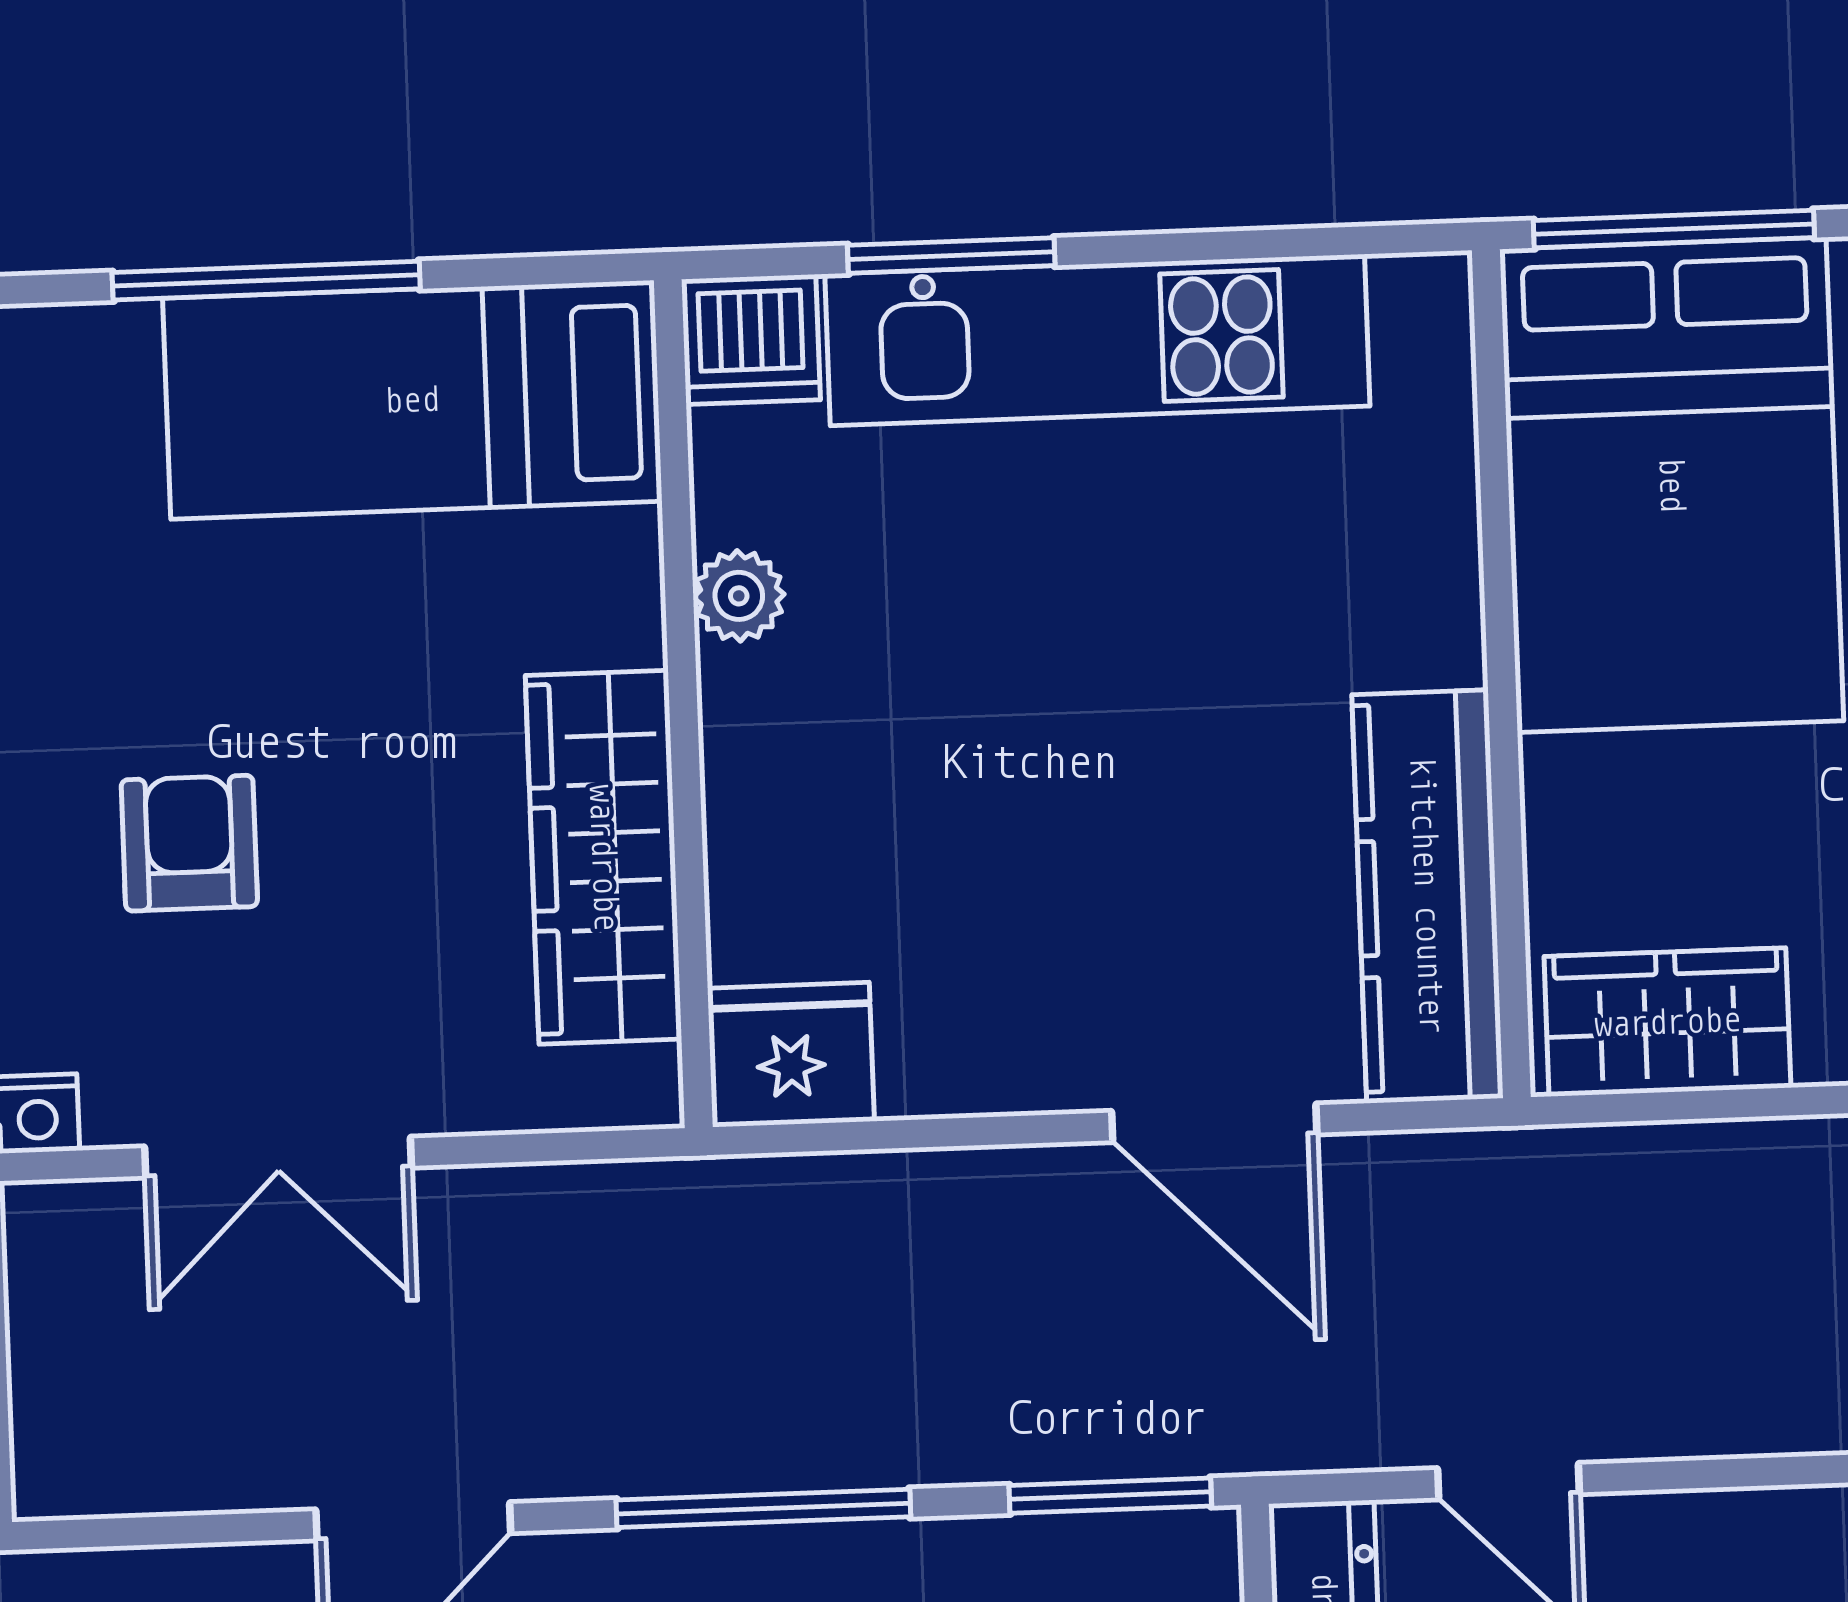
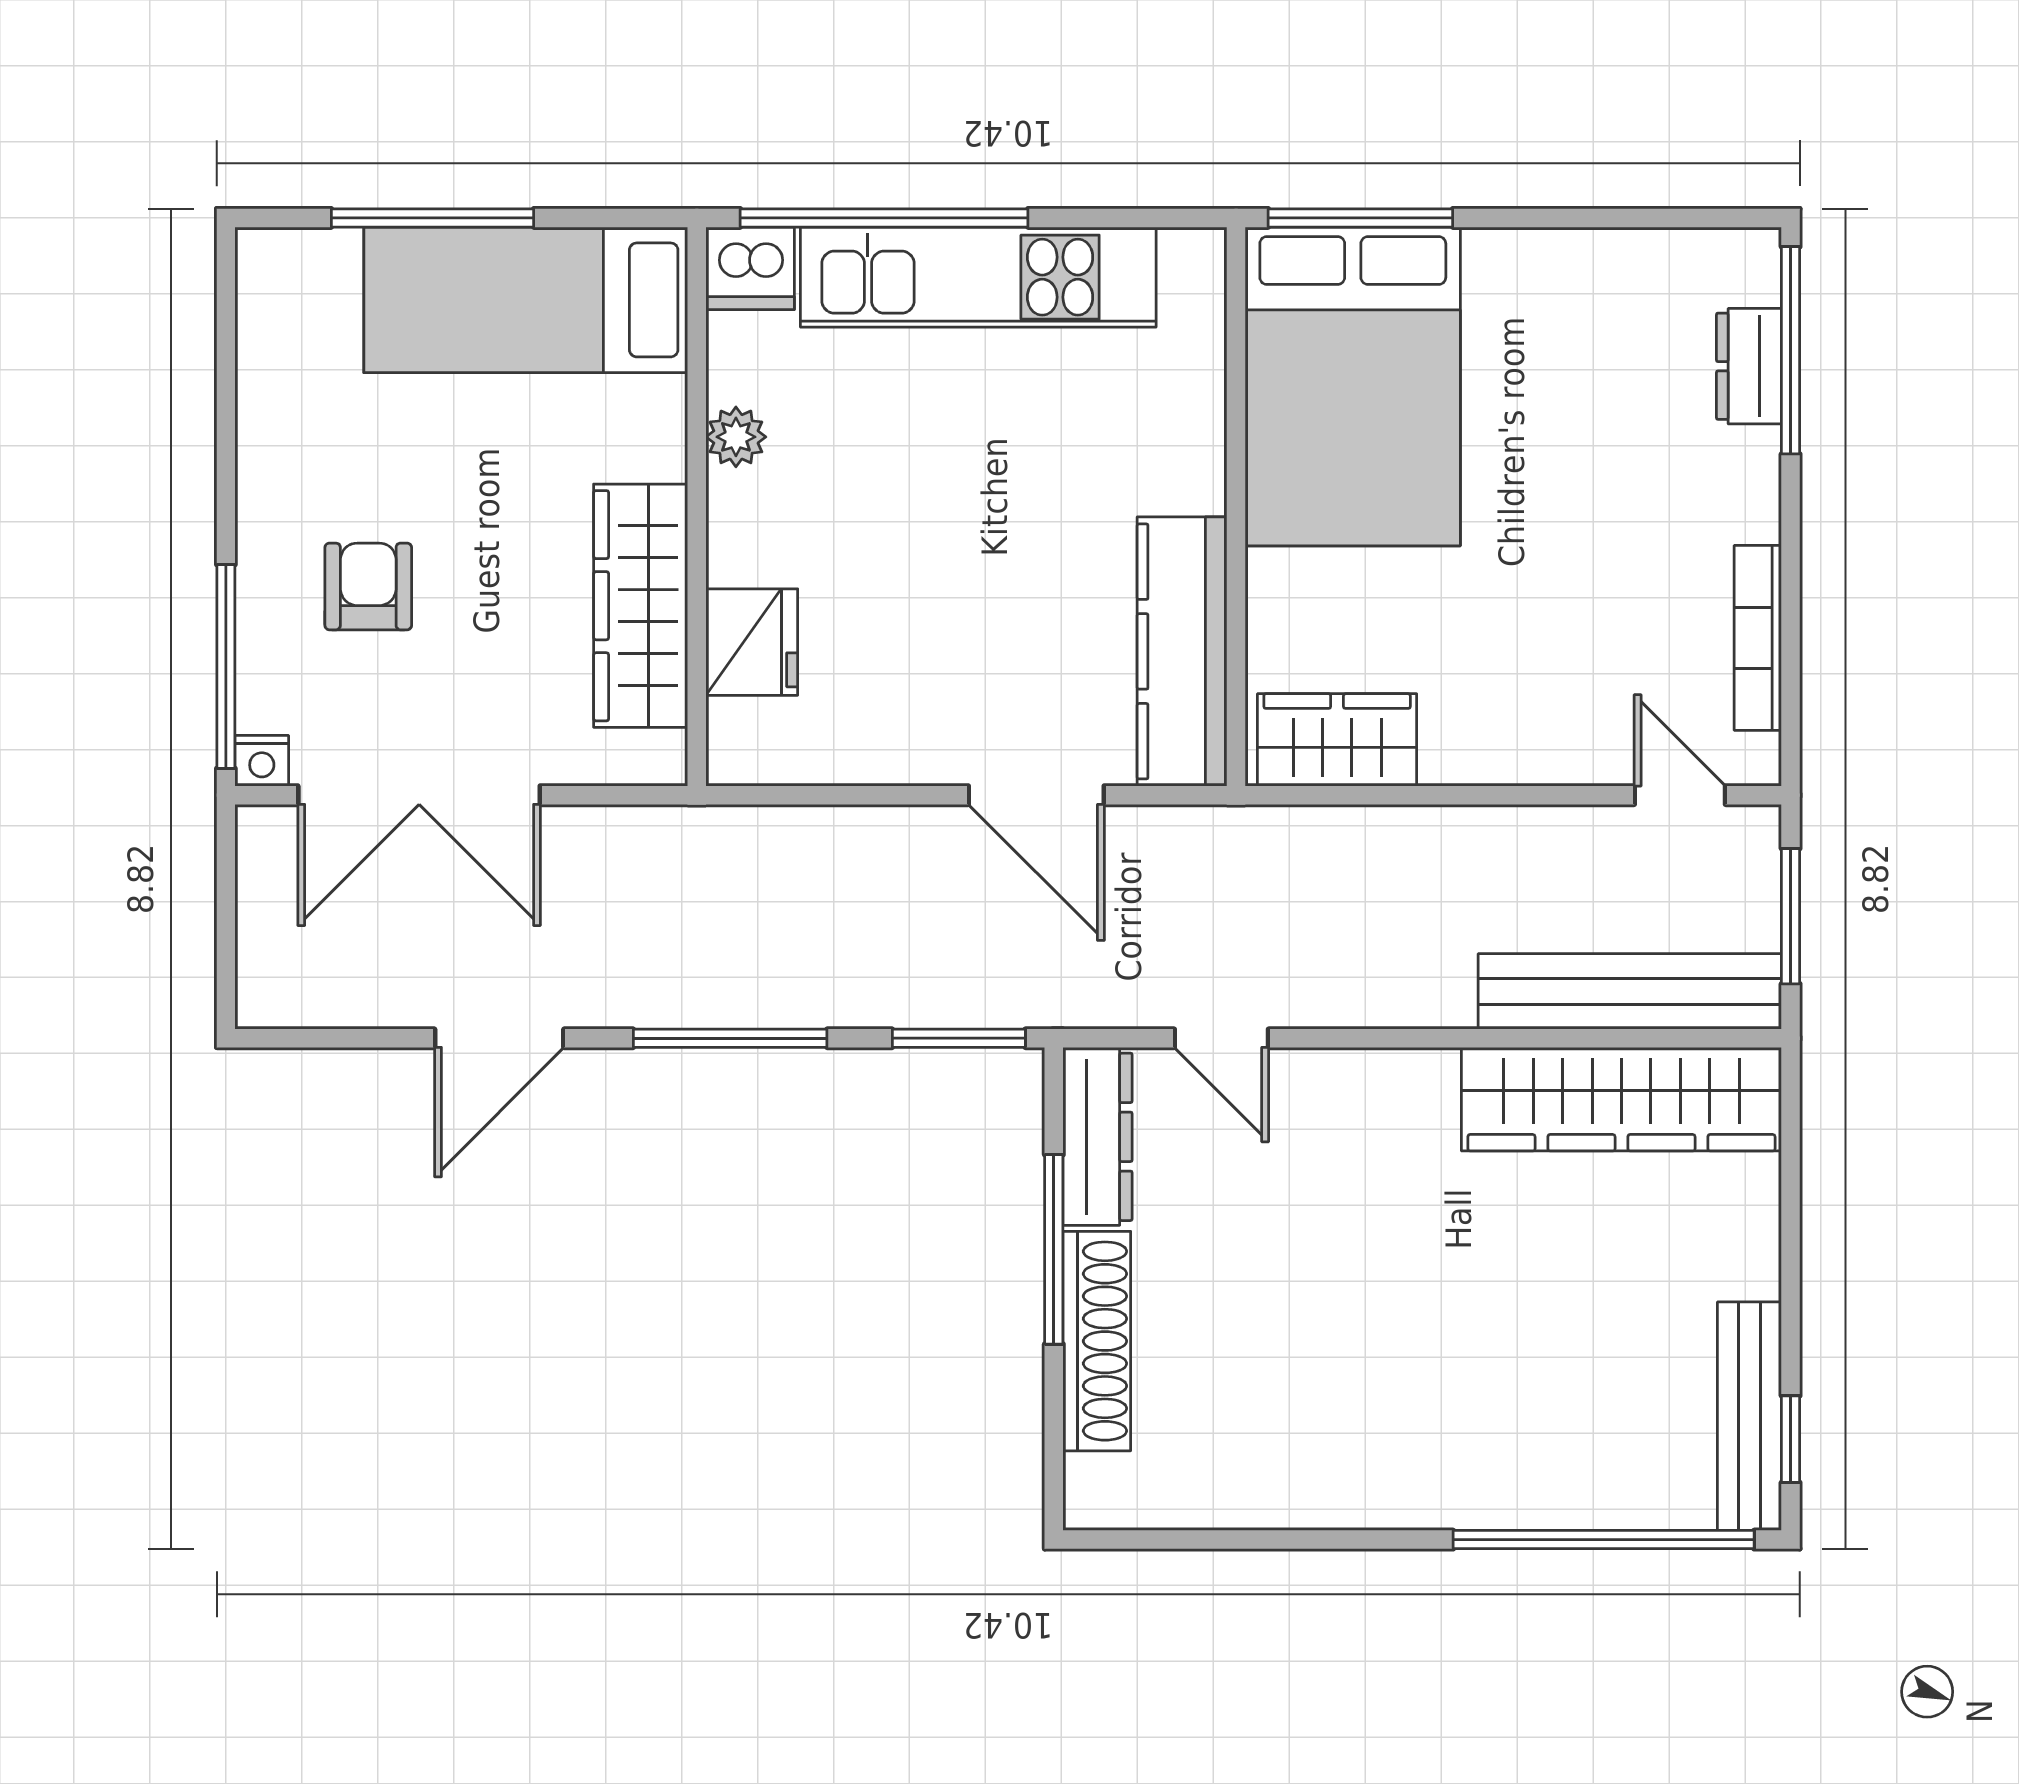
window: (951, 255) -> (884, 218), width x2.11
fridge: (791, 1055) -> (752, 642), moved, turned 90
double door: (278, 1157) -> (419, 795), width x1.37

